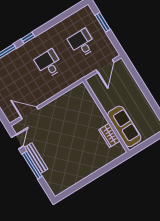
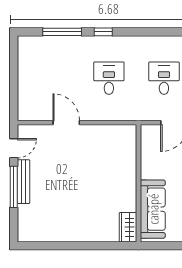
door: (29, 113) -> (66, 123), moved
wardrobe: (109, 135) -> (128, 227), moved

